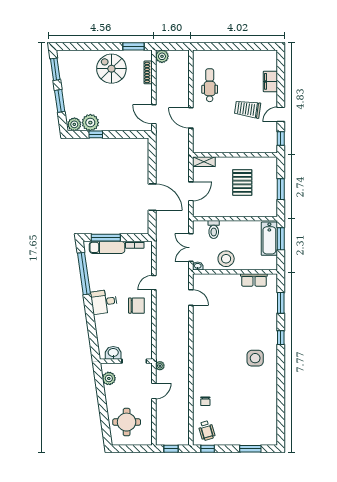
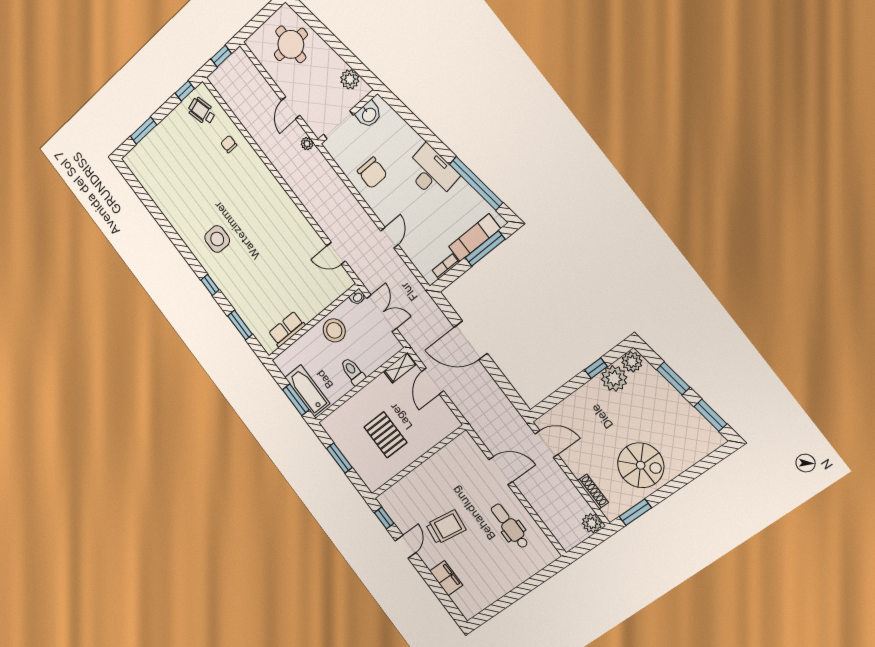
dental chair: (210, 85) -> (510, 526), turned 180
shelving: (204, 162) -> (400, 368), moved
toilet: (214, 229) -> (353, 371), moved
desk: (104, 302) -> (431, 172), width x1.37
chair: (136, 306) -> (372, 173), moved, turned -90

